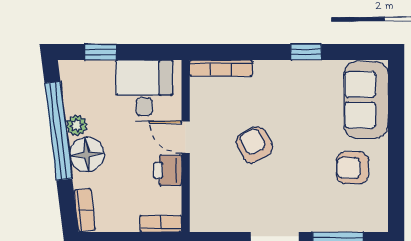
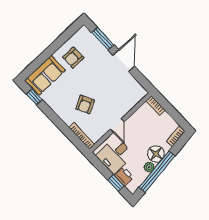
window: (306, 52) -> (34, 97), moved
armchair: (254, 145) -> (85, 104), moved
armchair: (352, 168) -> (73, 58), turned 90
printer: (168, 170) -> (124, 176), moved, turned -90

